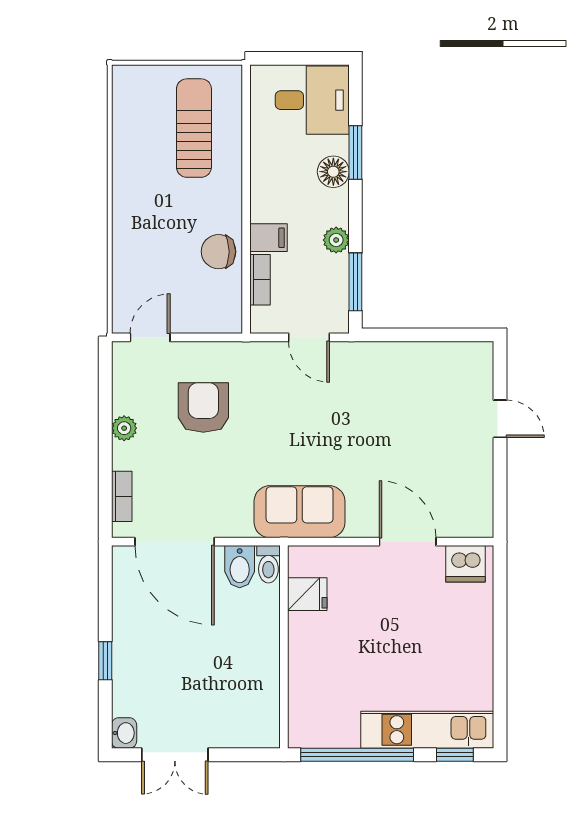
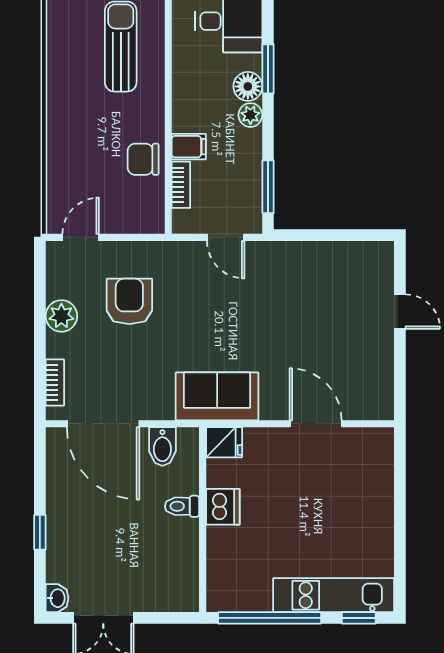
plant: (336, 240) -> (250, 115), moved
plant: (124, 428) -> (61, 316), width x1.38, depth x1.38
toilet: (268, 564) -> (182, 506), moved, turned 90
dishwasher: (465, 564) -> (223, 507), moved, turned -90
fridge: (307, 594) -> (224, 442), moved

